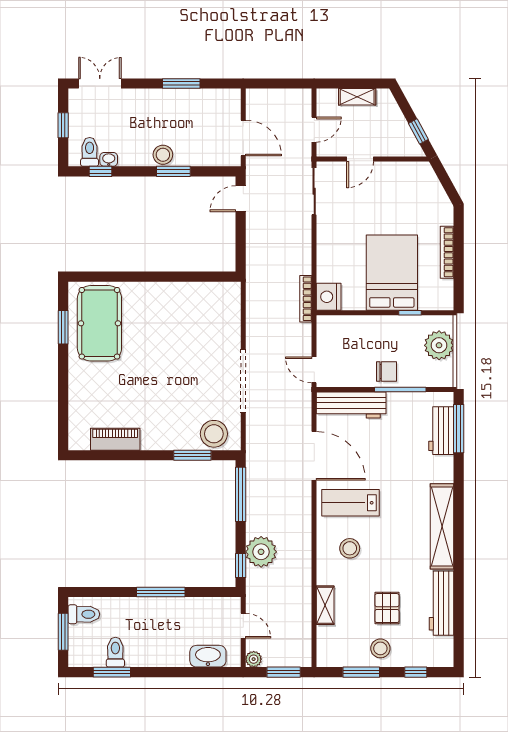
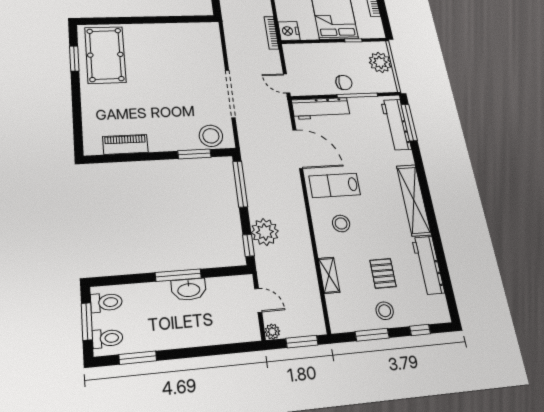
workbench: (441, 431) -> (396, 124), width x1.38
toilet: (115, 652) -> (108, 338), moved, turned 90
washbasin: (208, 656) -> (189, 289), moved, turned 180

